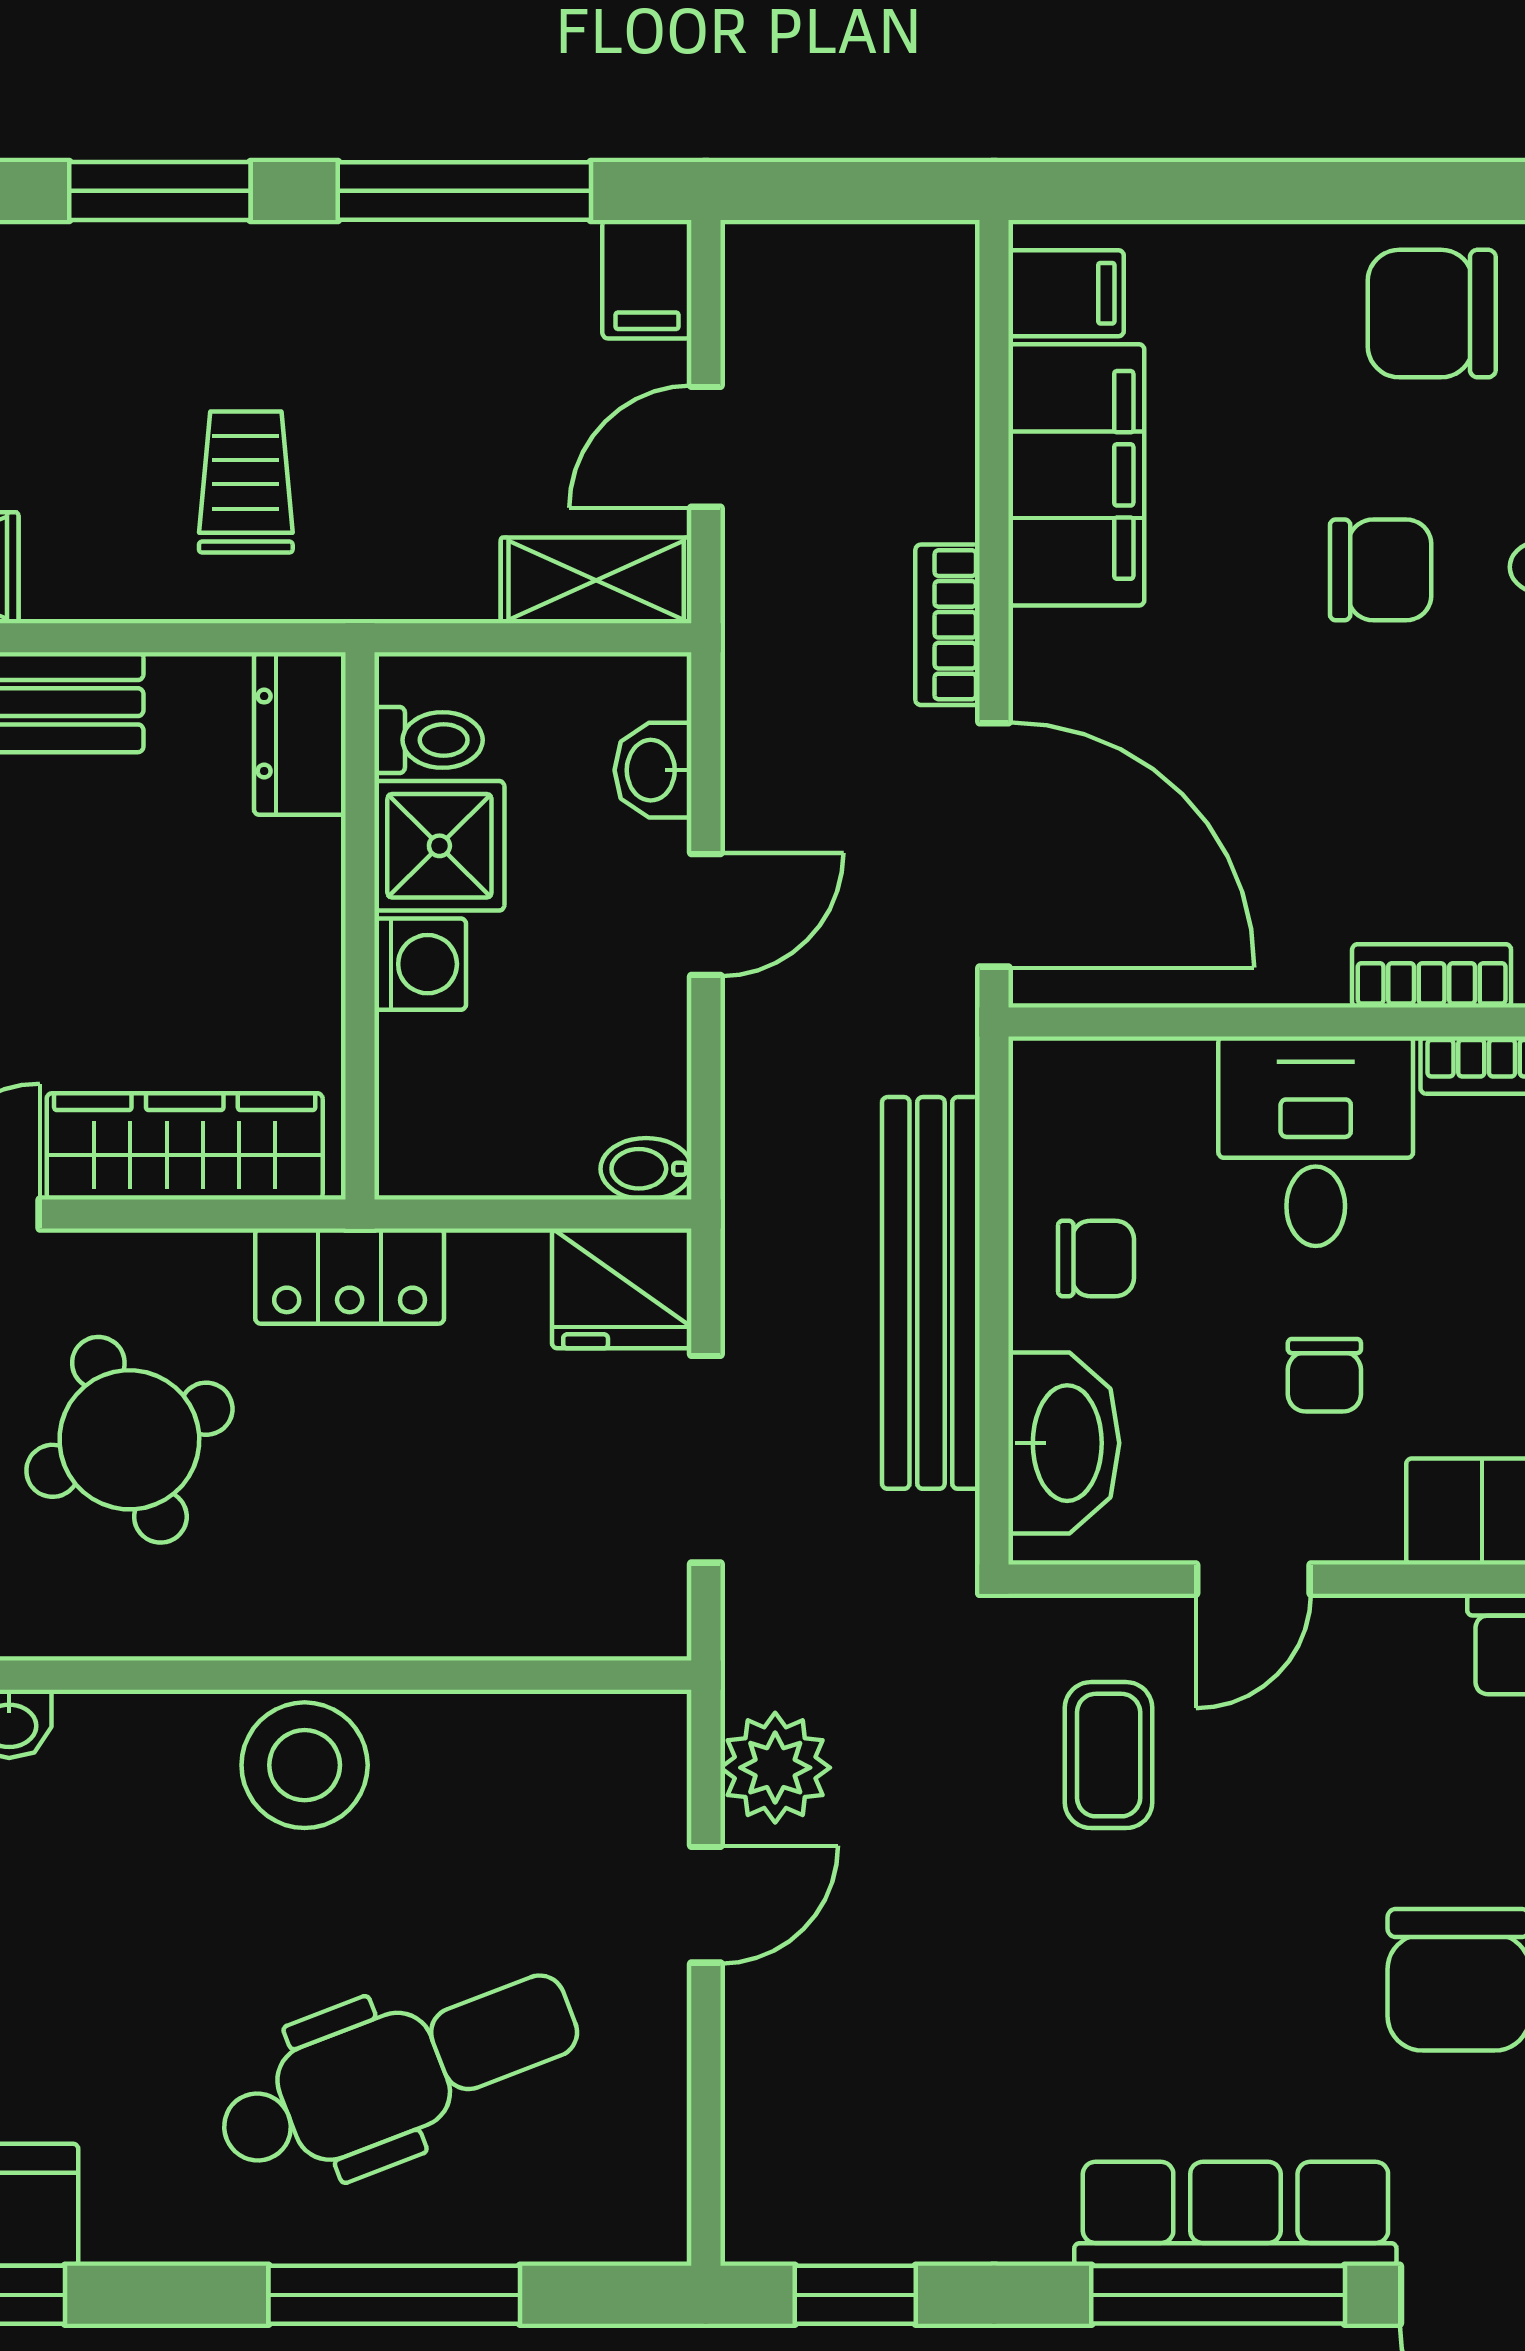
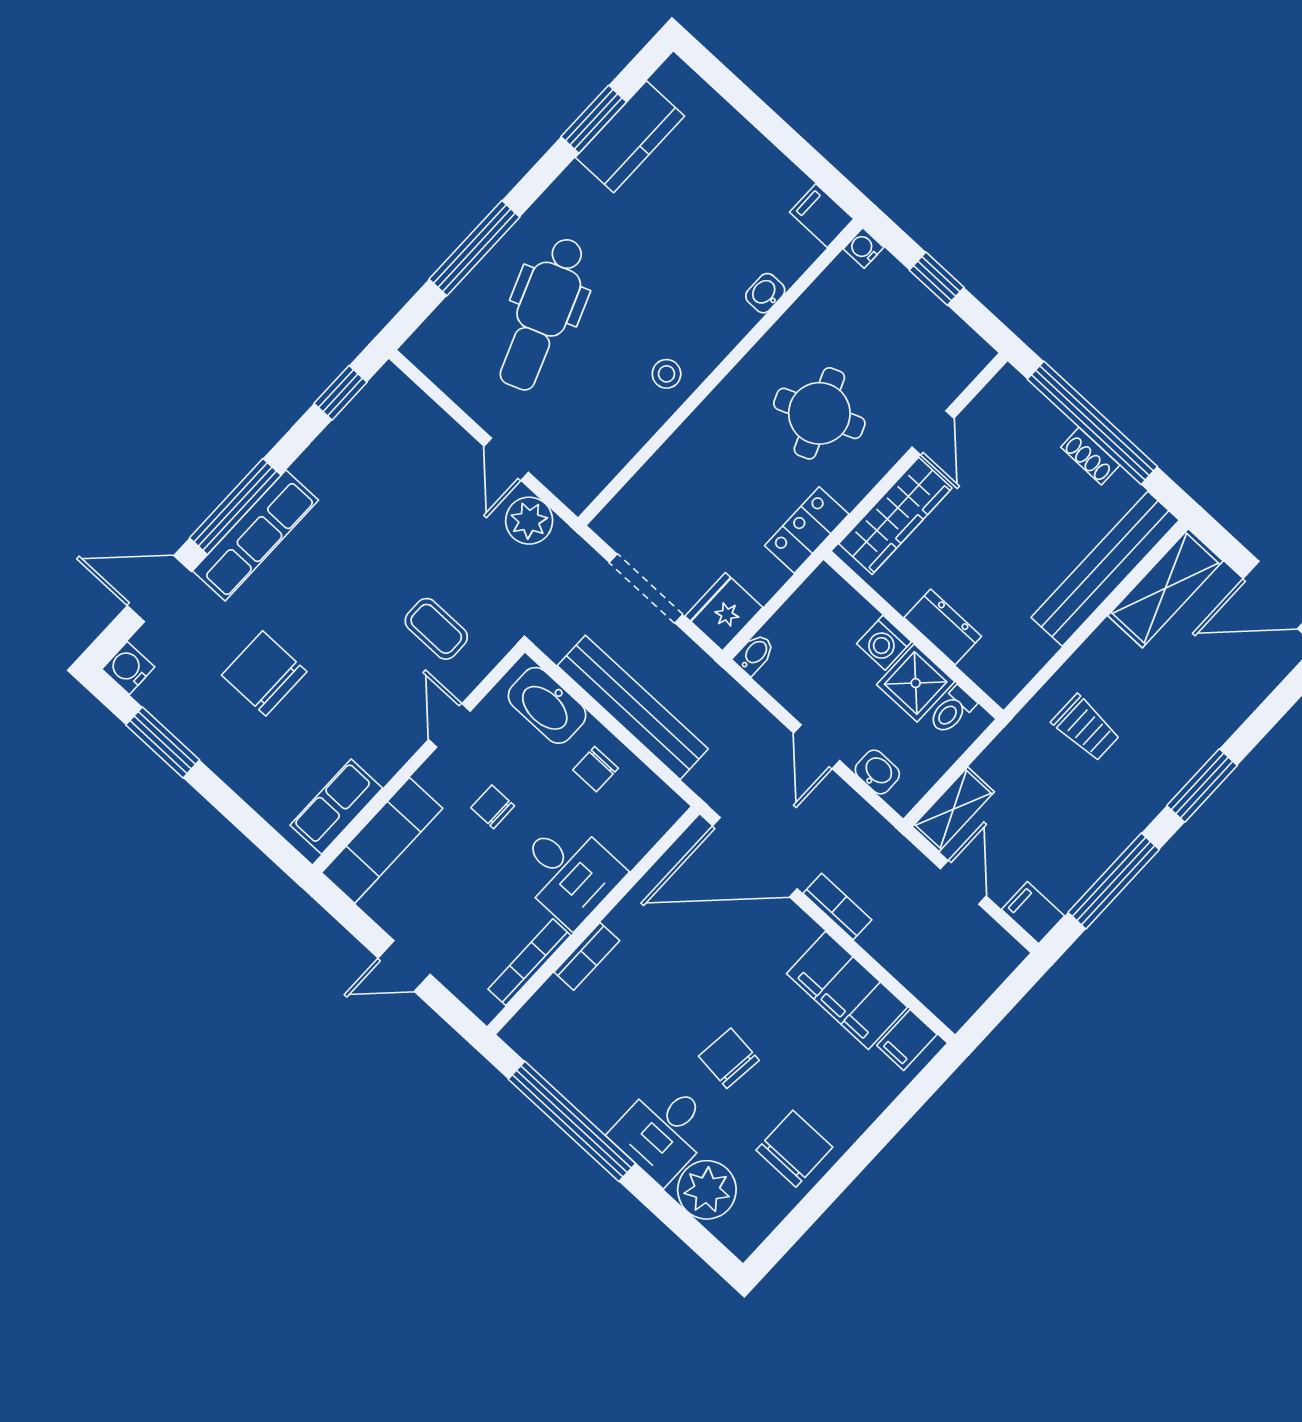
chair: (1381, 570) -> (729, 1058), turned 96
dresser: (300, 734) -> (943, 627), moved
stool: (305, 1765) -> (667, 374), width x0.53, depth x0.53

